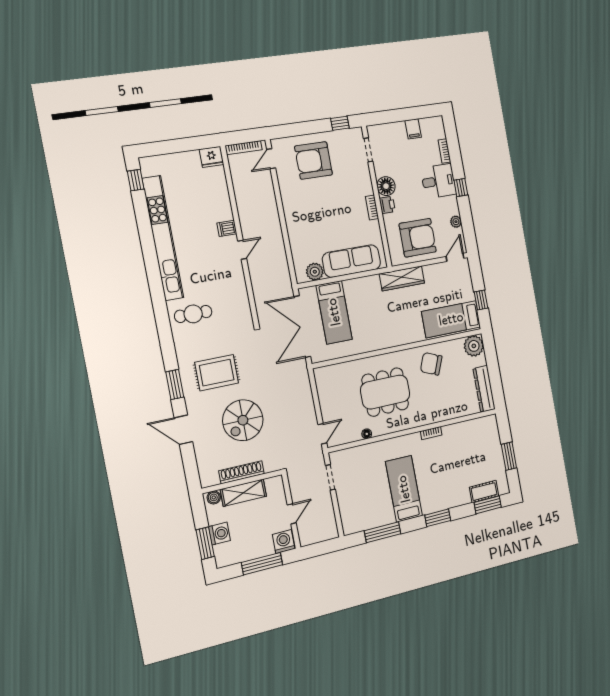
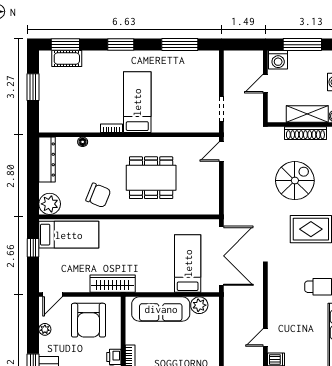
armchair: (418, 238) -> (89, 320), turned -90
floor lamp: (367, 434) -> (83, 142), moved
bed: (404, 489) -> (137, 102), moved, turned 180

